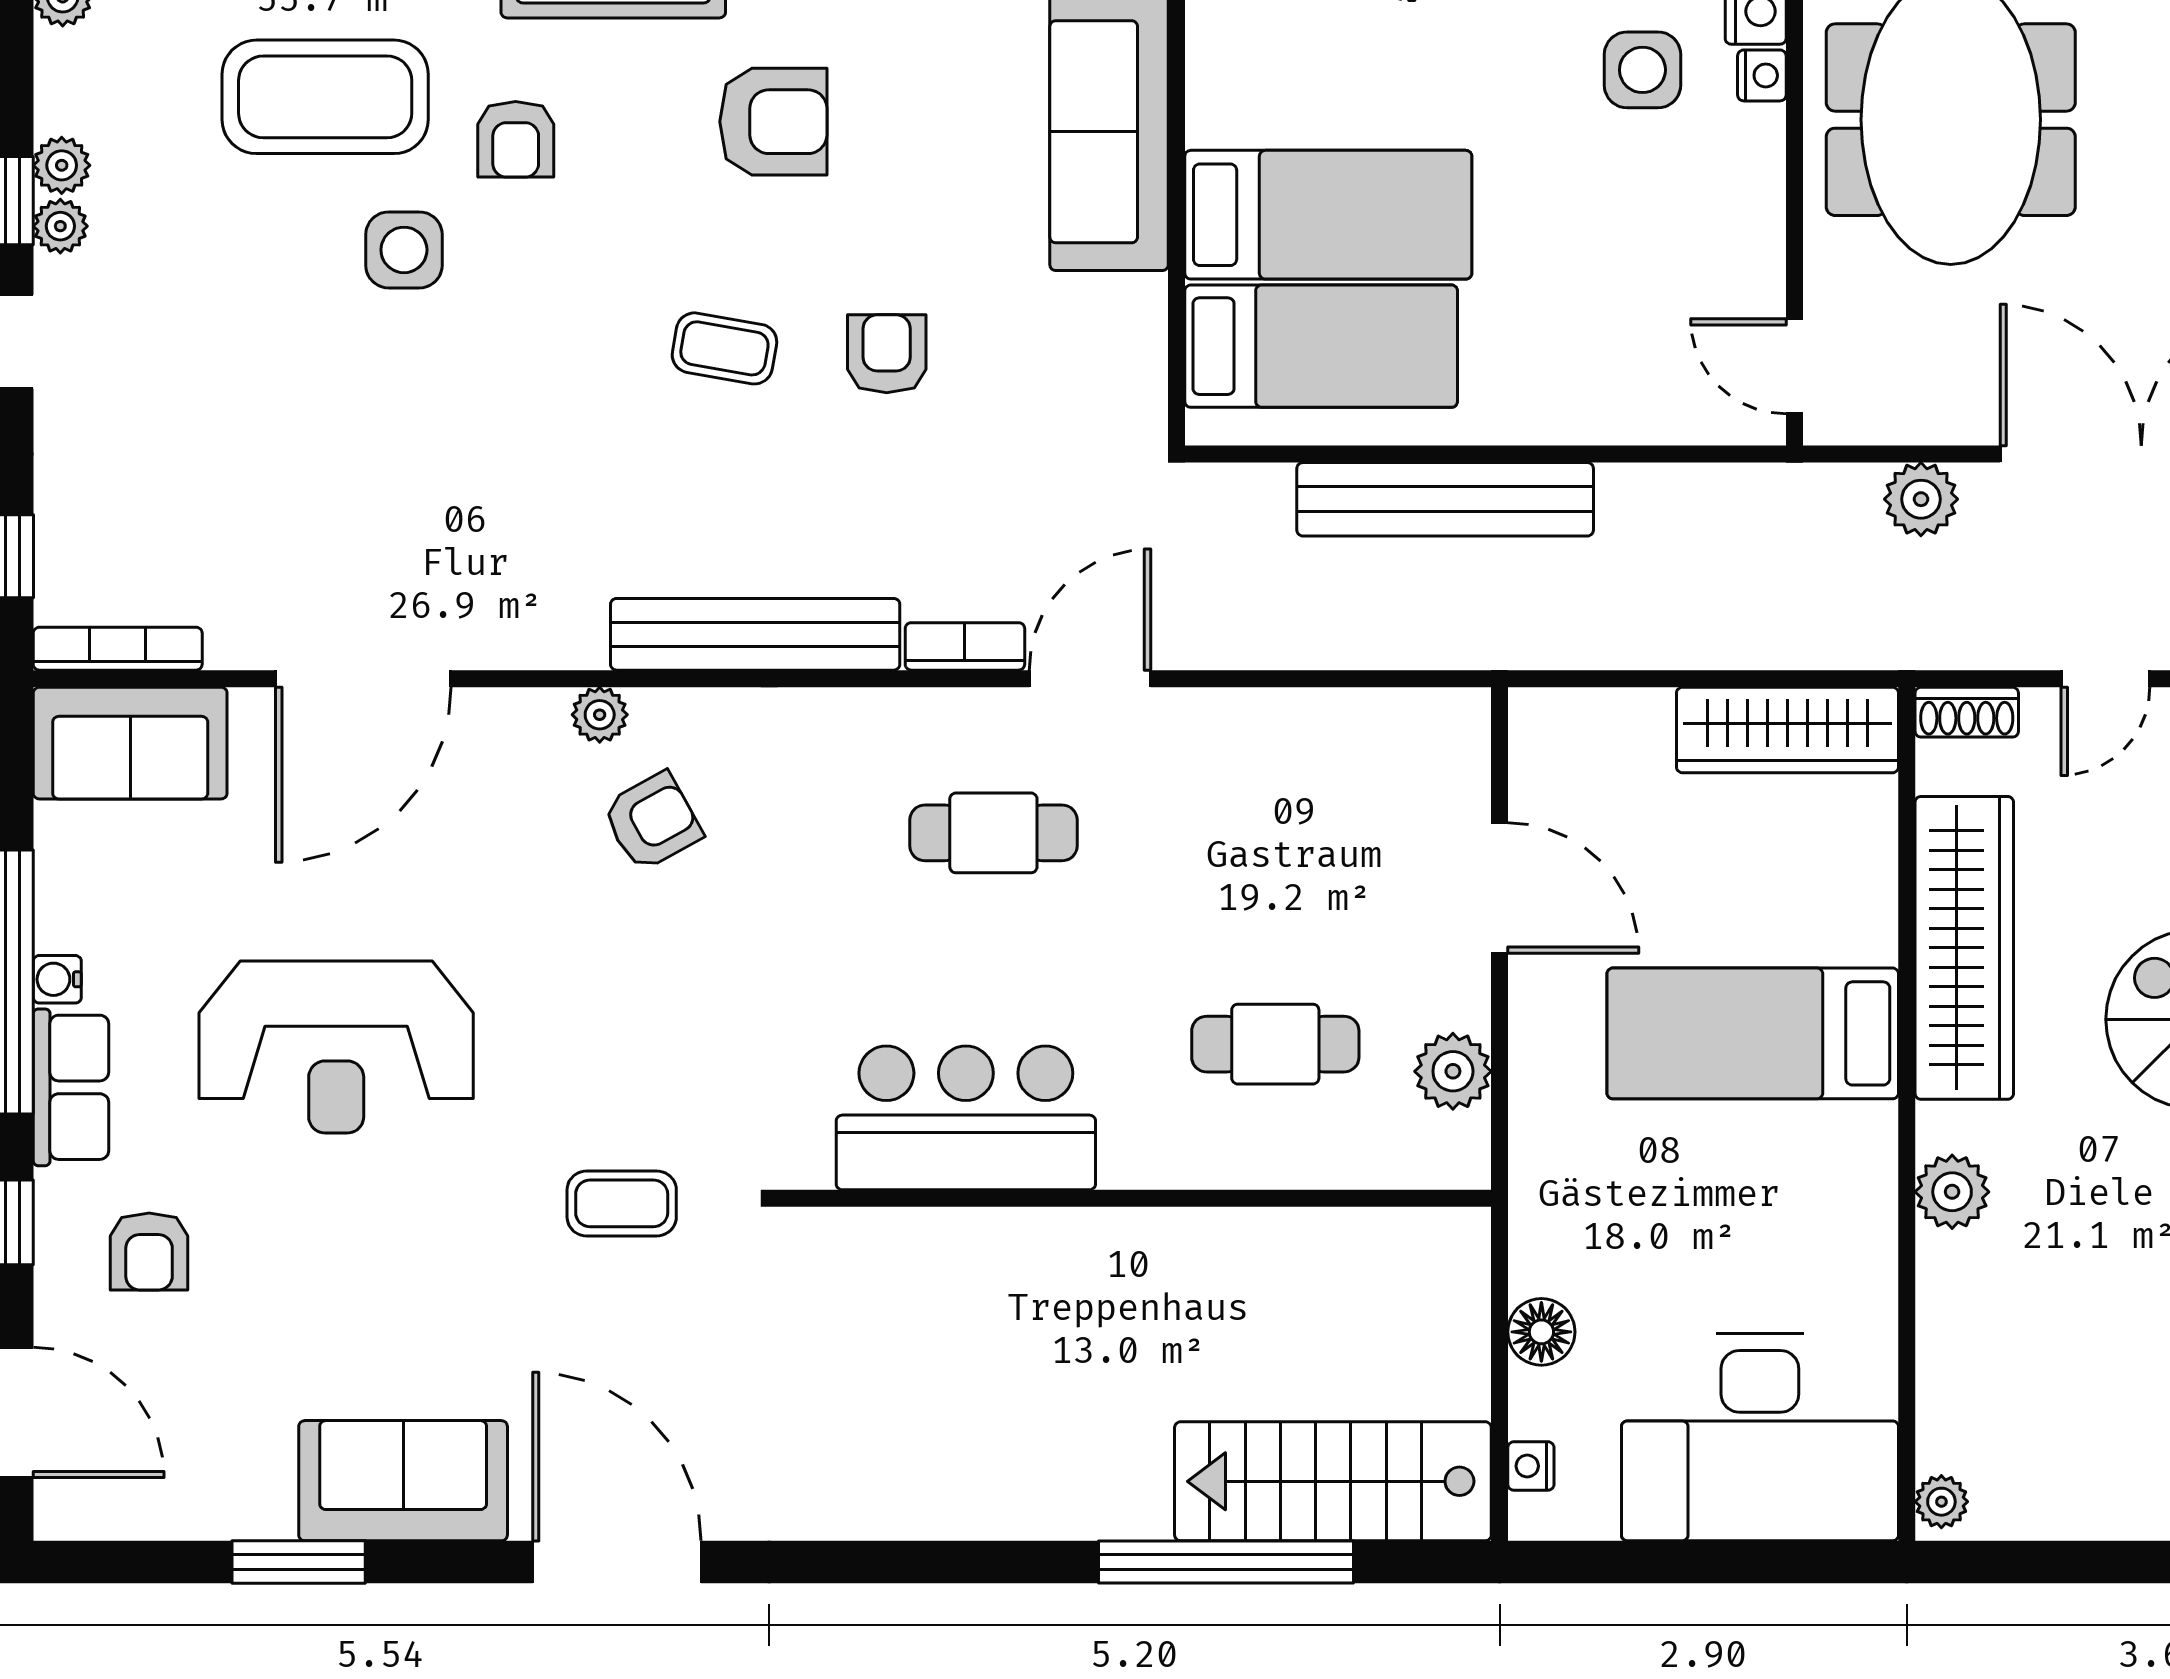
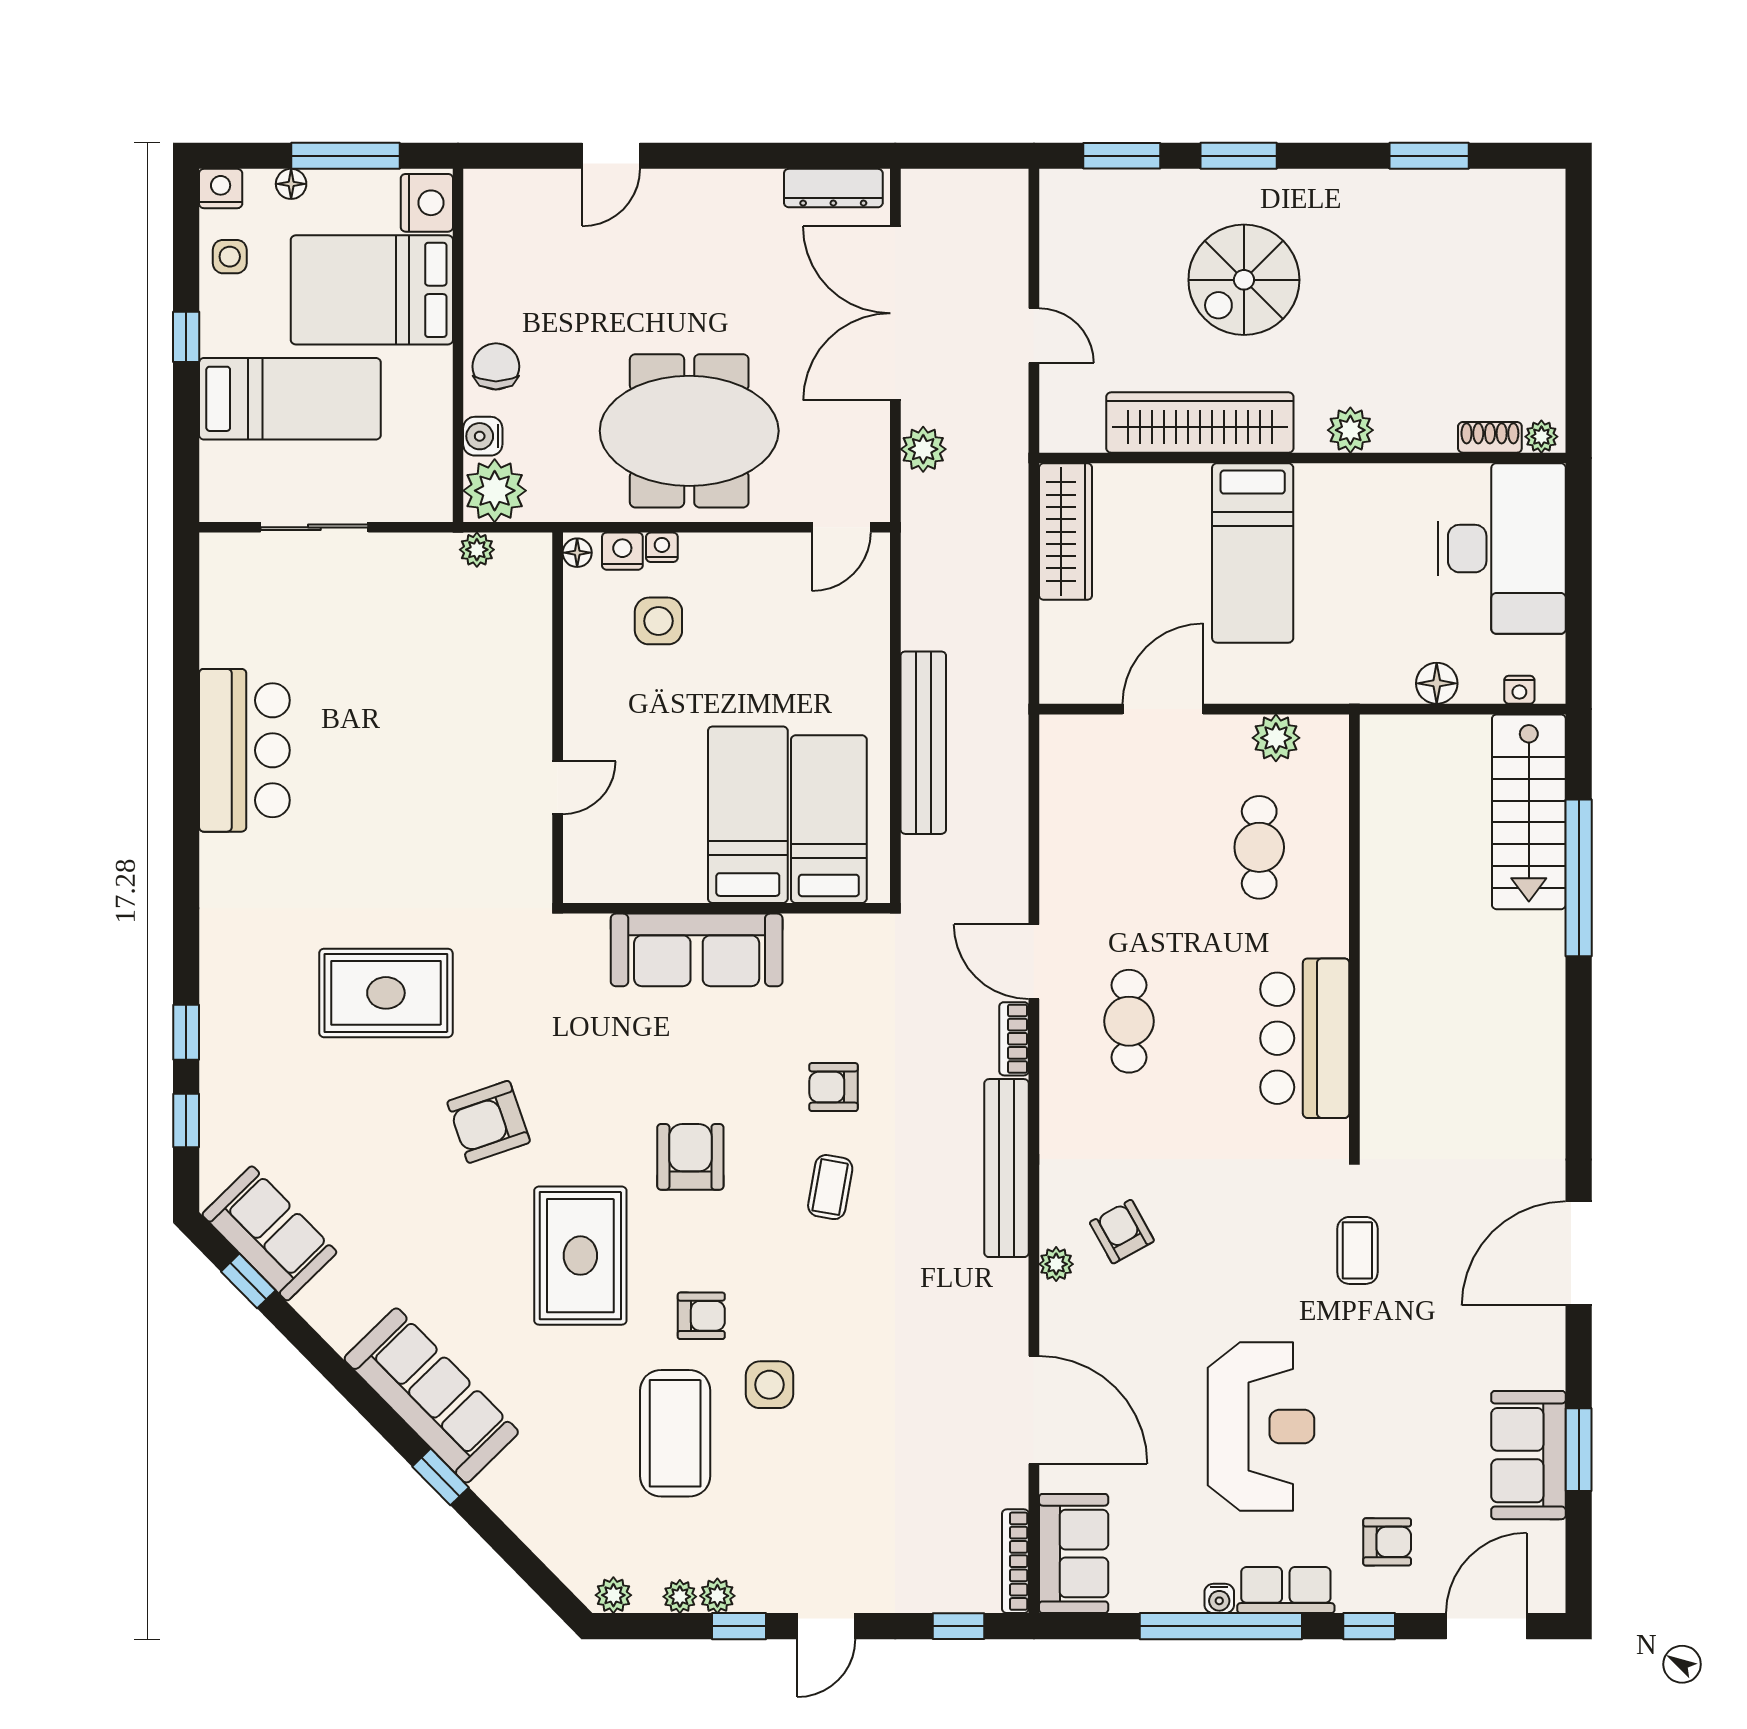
plant: (60, 226) -> (680, 1597), moved
shoe rack: (1967, 712) -> (1490, 437), moved, turned -90
sofa: (403, 1481) -> (1528, 1455), moved

